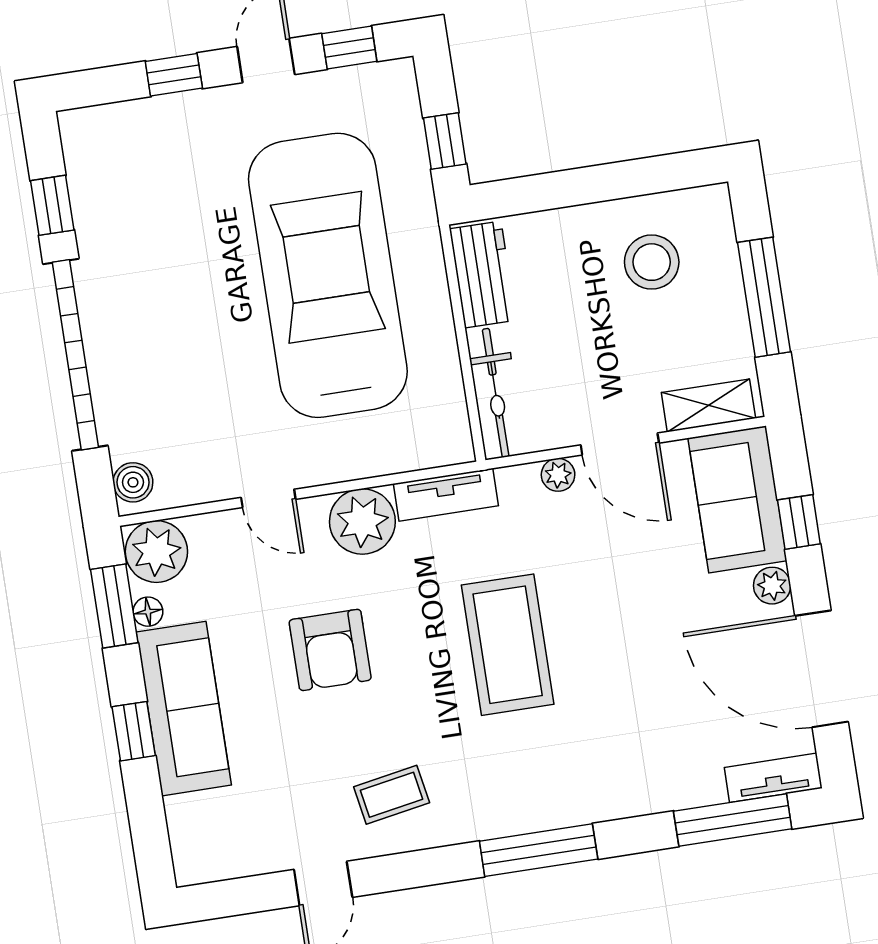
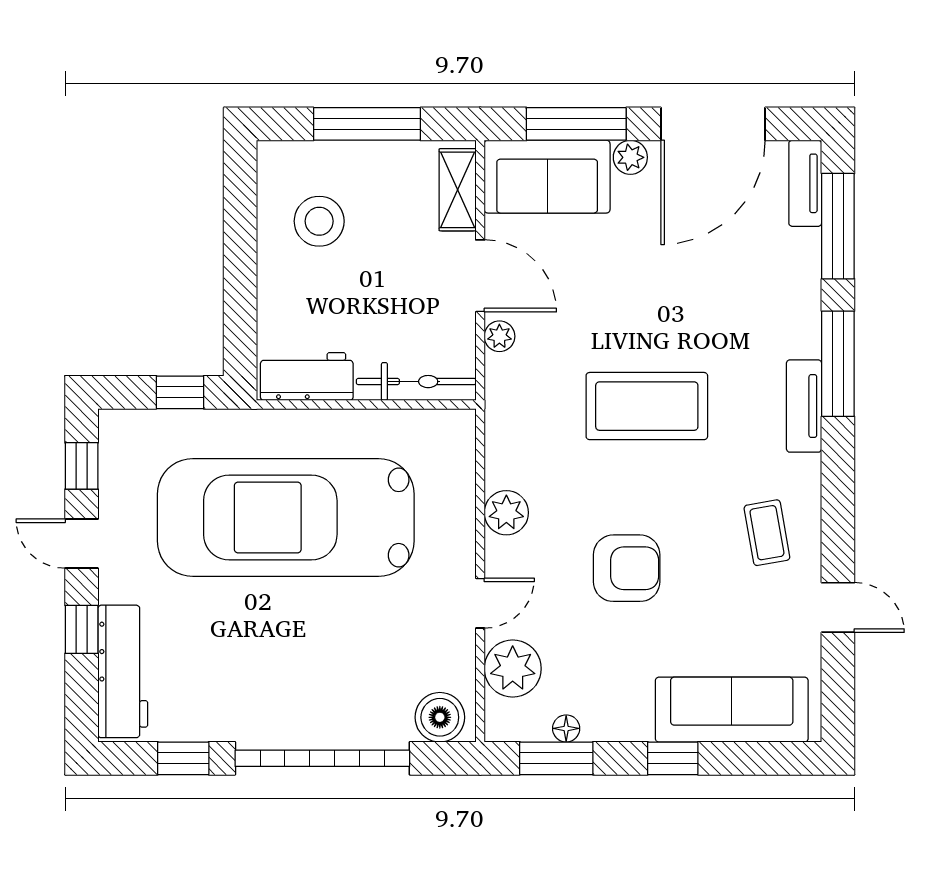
workbench: (135, 126) -> (123, 671), added
door: (620, 444) -> (480, 276), hinge flipped
boiler: (133, 482) -> (440, 717), width x1.36, depth x1.36
tv unit: (446, 495) -> (804, 406), moved, turned 180
plant: (362, 521) -> (506, 513), width x0.73, depth x0.73
window: (799, 522) -> (576, 124), width x2.17
plant: (156, 552) -> (513, 669), moved
sofa: (184, 709) -> (732, 710), moved
window: (539, 850) -> (838, 364), moved

